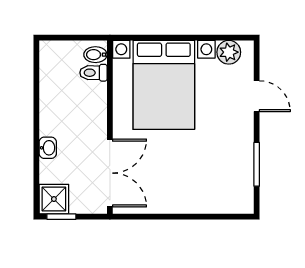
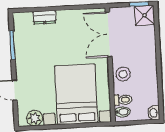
stool: (91, 112) -> (123, 74), added
washbasin: (48, 148) -> (154, 113), moved
dresser: (206, 204) -> (44, 17), added

